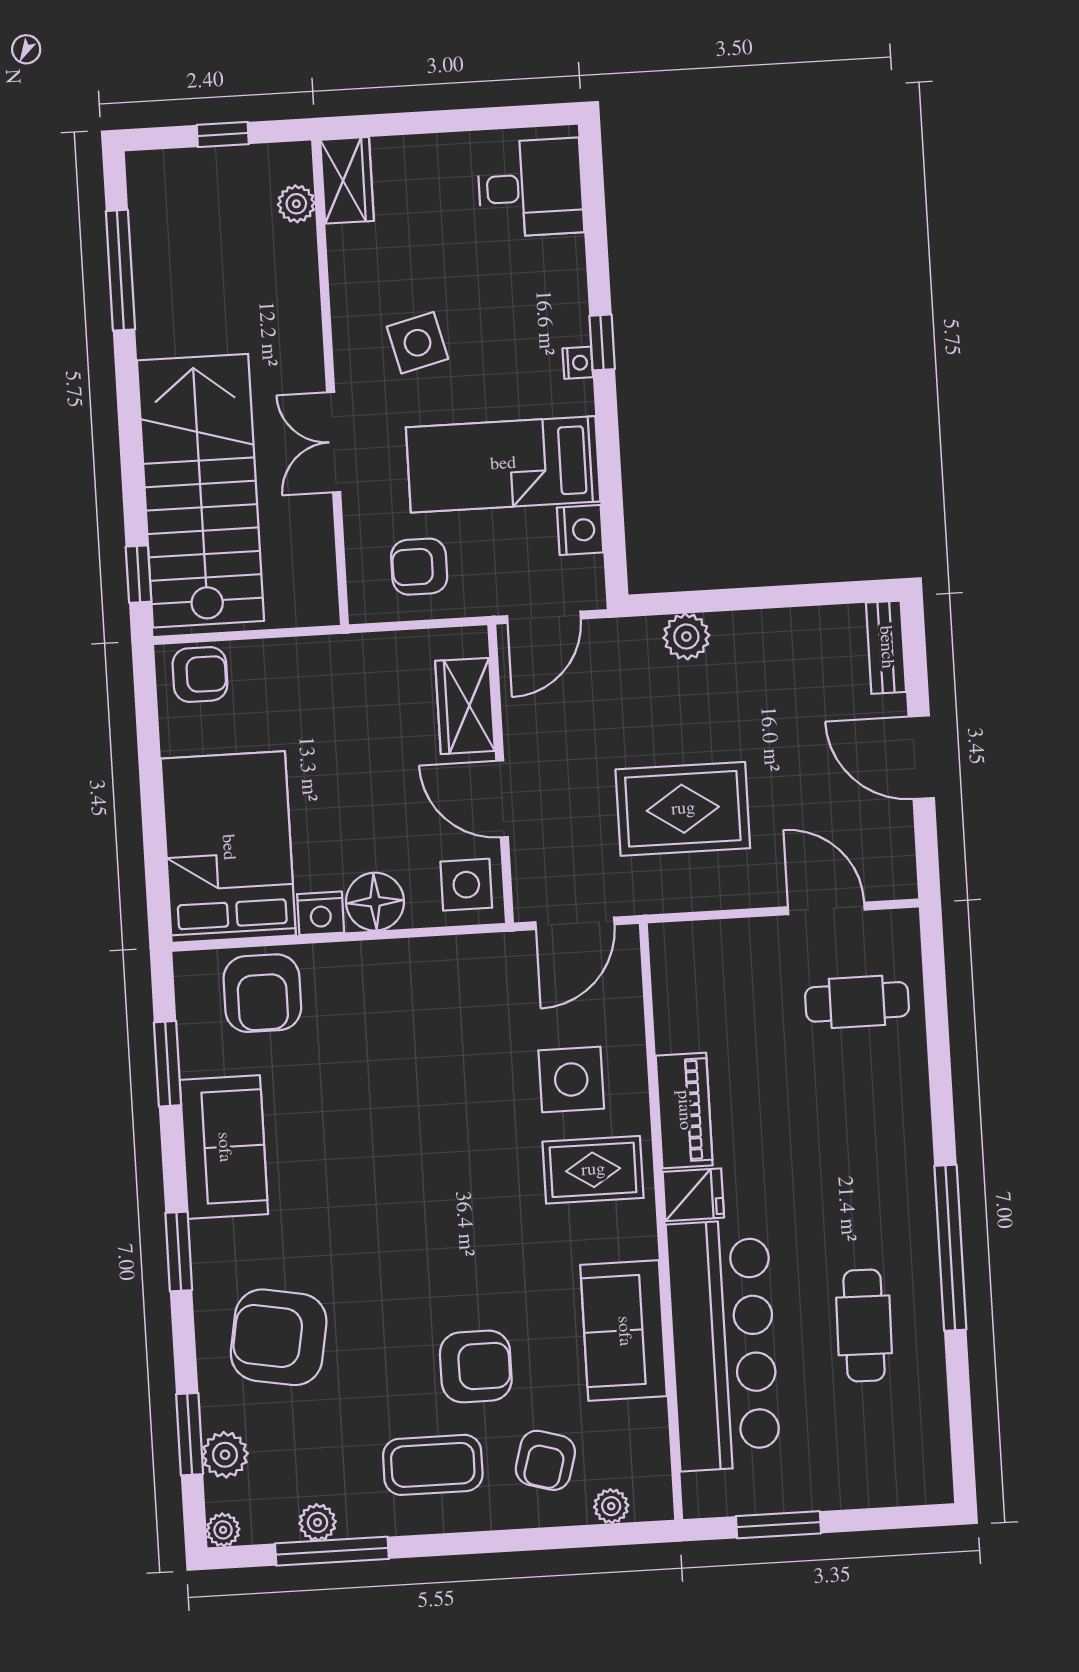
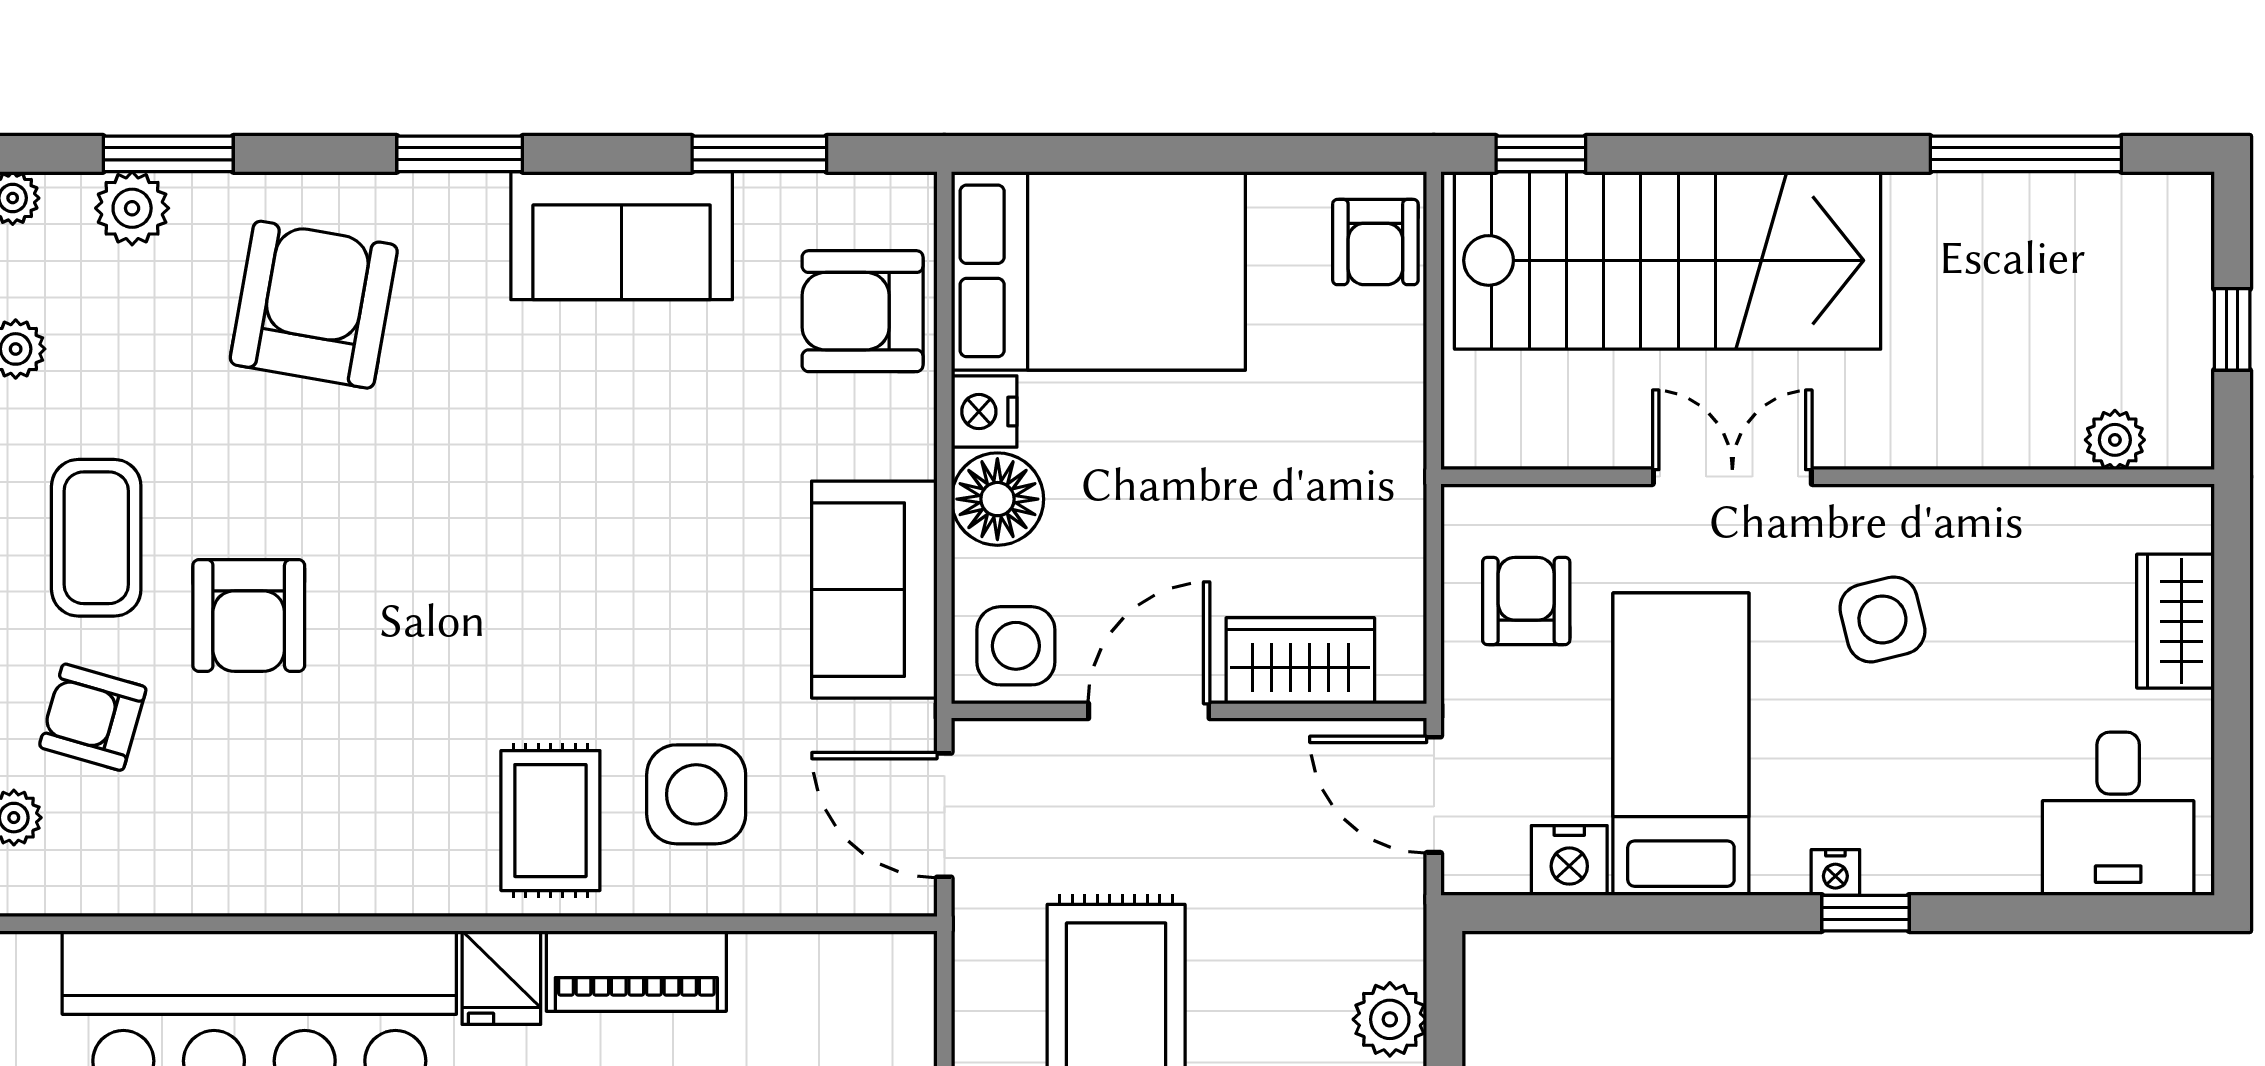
wardrobe: (347, 180) -> (2175, 621), moved, turned 90
sofa: (624, 1331) -> (874, 590), moved, turned -90

